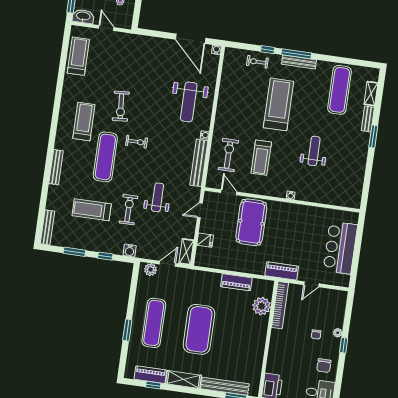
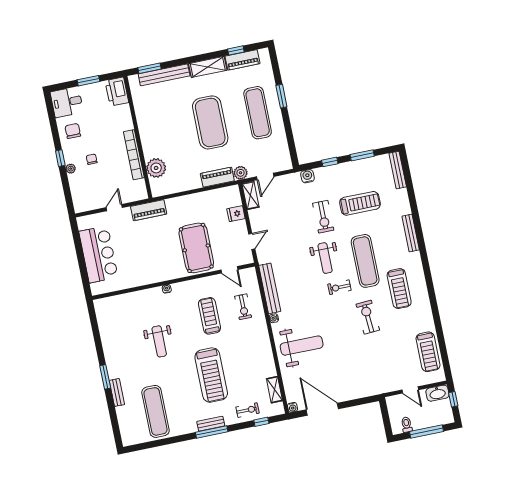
window: (268, 50) -> (261, 422), moved
bench: (299, 62) -> (211, 424), width x0.73
shelving: (371, 94) -> (274, 390), moved
weight bench: (189, 102) -> (302, 346), turned 90
exercise bike: (228, 155) -> (243, 307), width x0.73, depth x0.72
weight bench: (158, 197) -> (325, 258), moved
plant: (151, 270) -> (241, 173), moved
piano: (236, 282) -> (217, 177), moved
bookcase: (280, 305) -> (134, 155), moved

